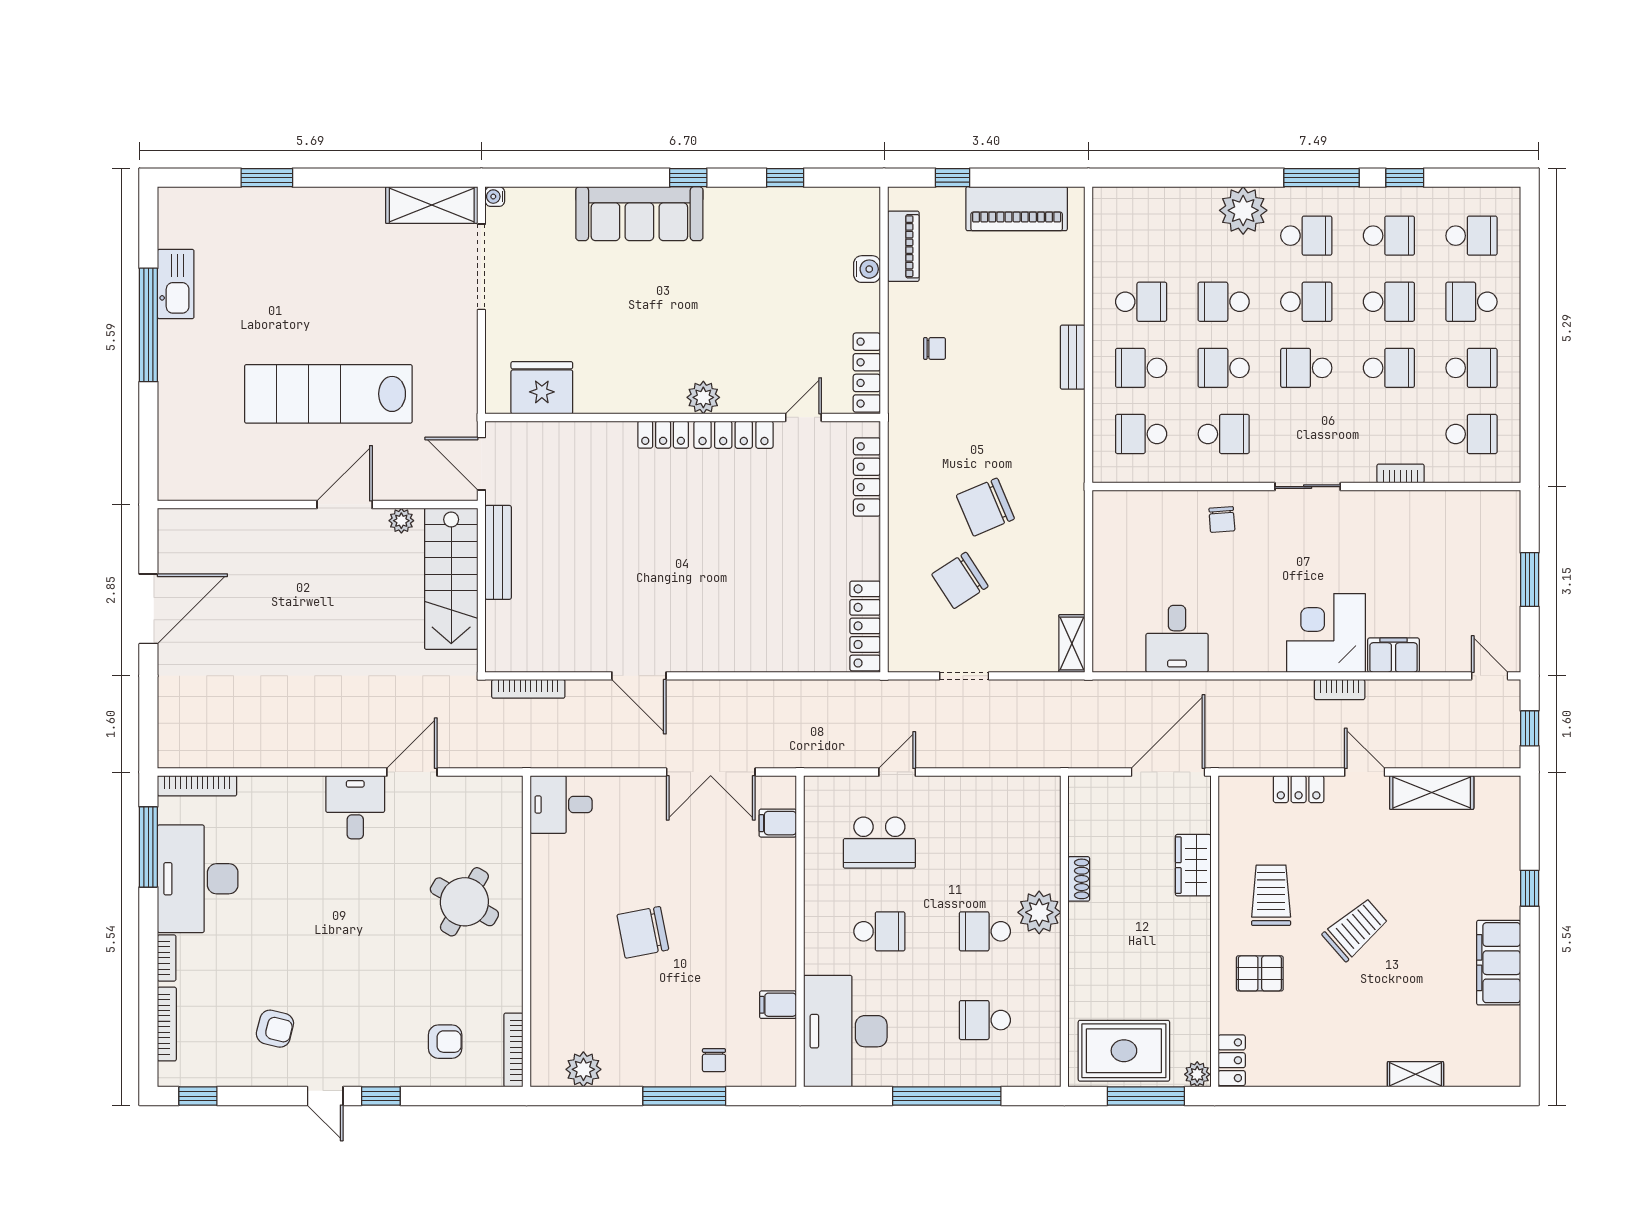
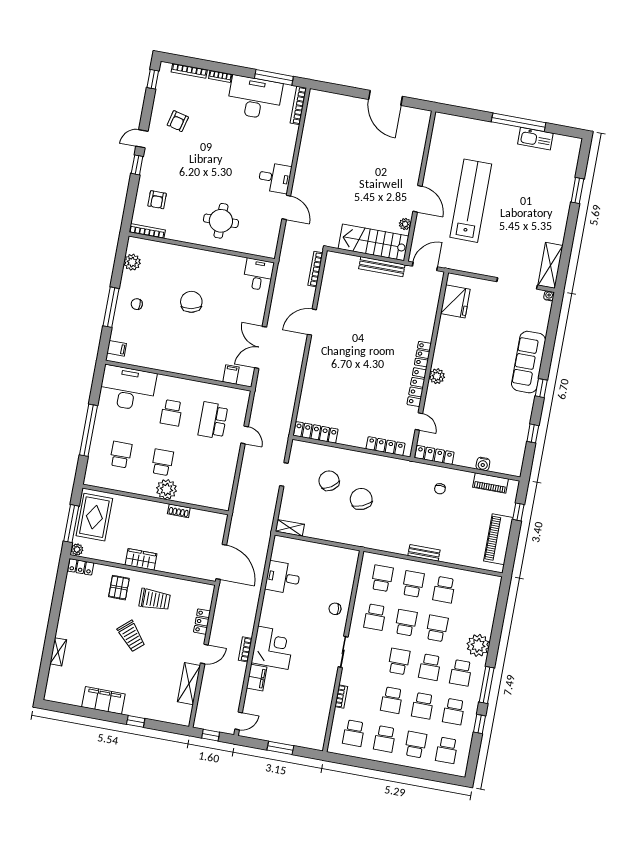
wardrobe: (1193, 865) -> (141, 559), moved
round table: (464, 902) -> (221, 221), turned -30
filing cabinet: (778, 1005) -> (117, 348), moved, turned 90
chair: (714, 1060) -> (137, 304), moved

